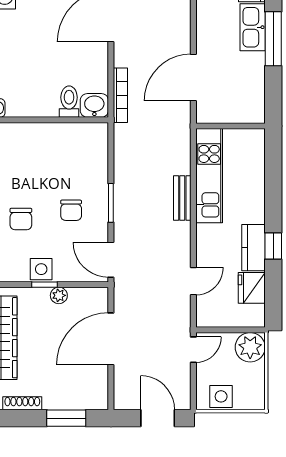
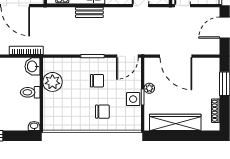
toilet: (69, 102) -> (30, 92), moved
plant: (69, 138) -> (52, 82), added

